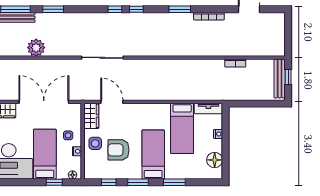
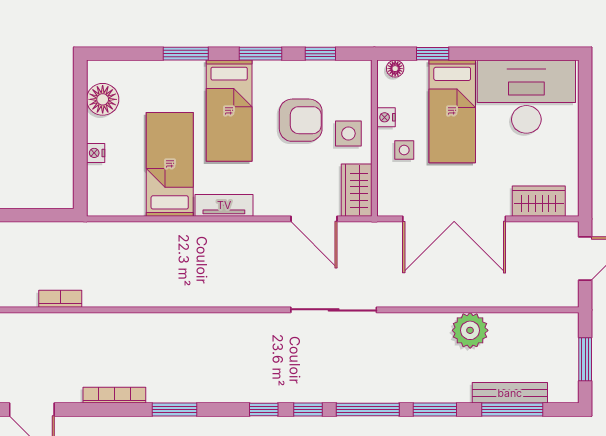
window: (86, 9) -> (368, 410), added
tv unit: (208, 108) -> (224, 205), moved

